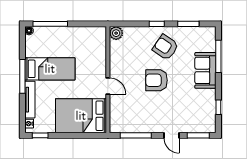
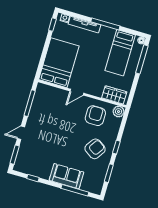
wardrobe: (99, 43) -> (114, 95), added
bed: (50, 69) -> (120, 53), moved
armchair: (156, 80) -> (95, 116), moved

